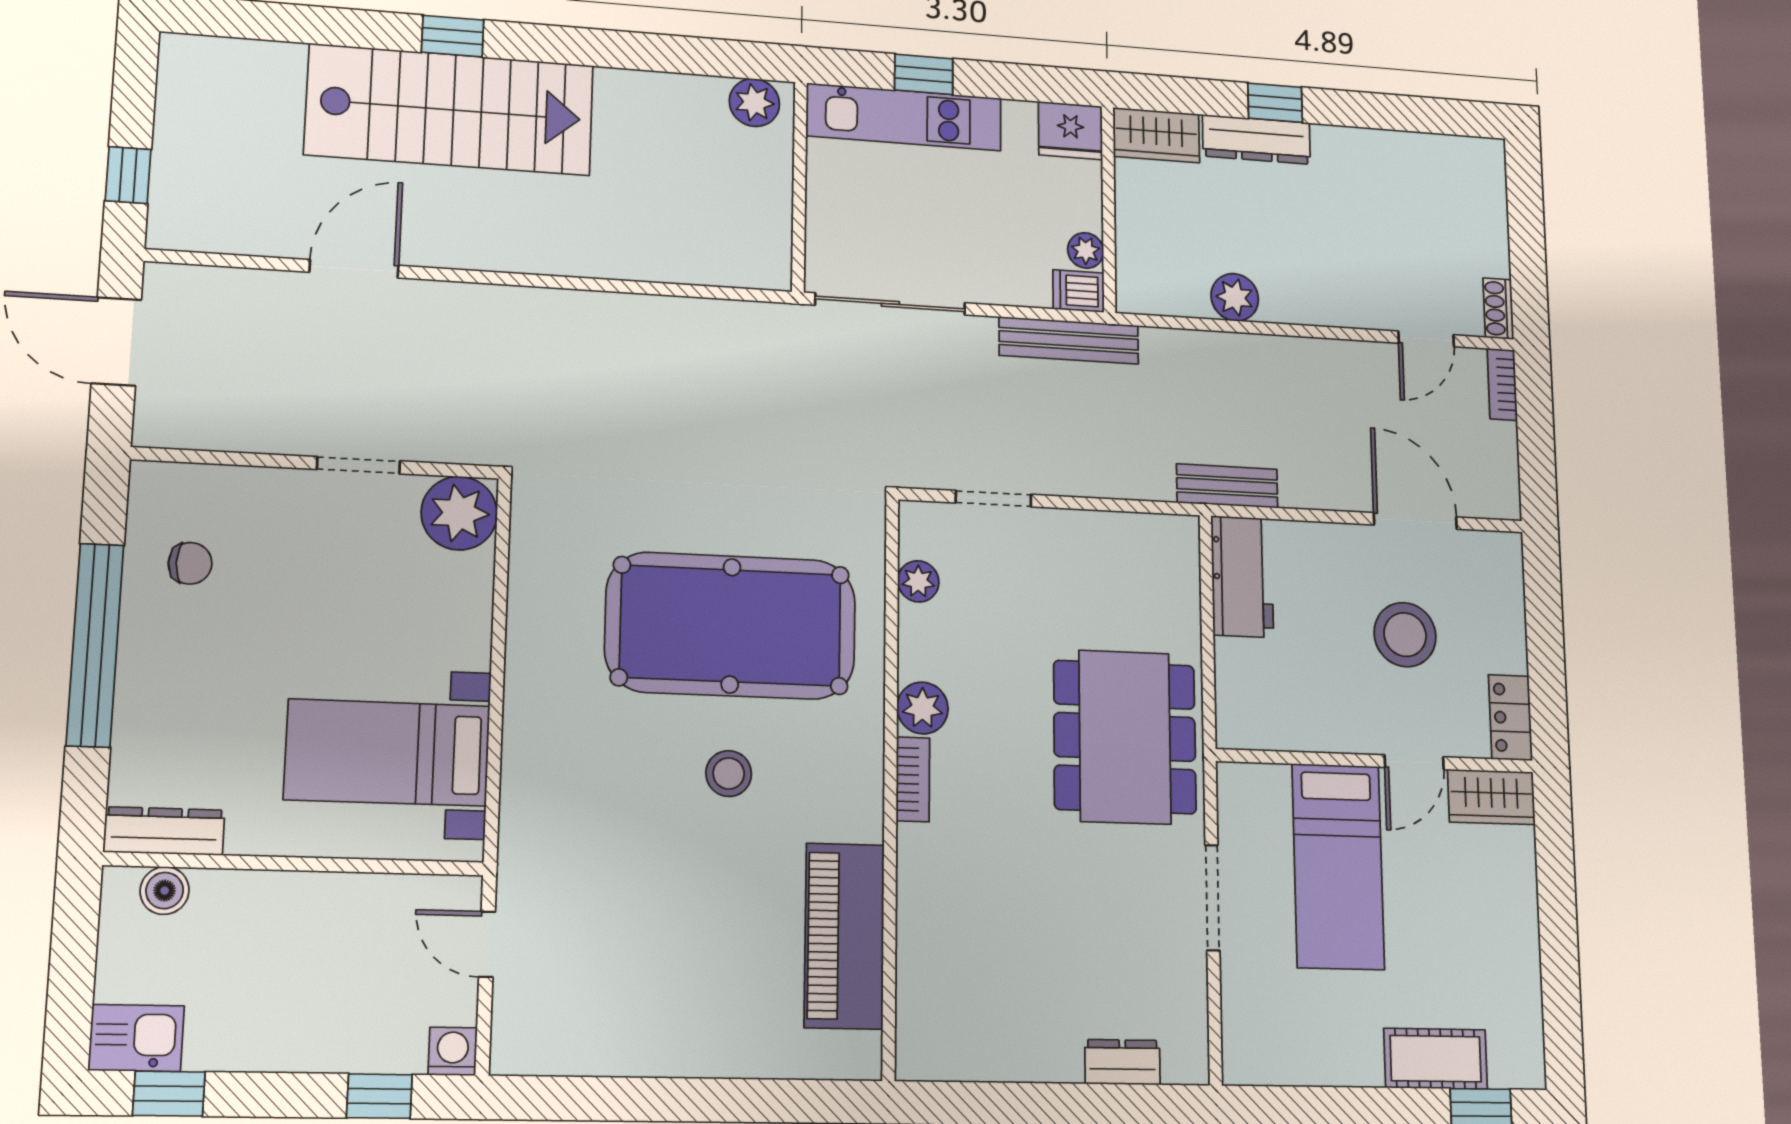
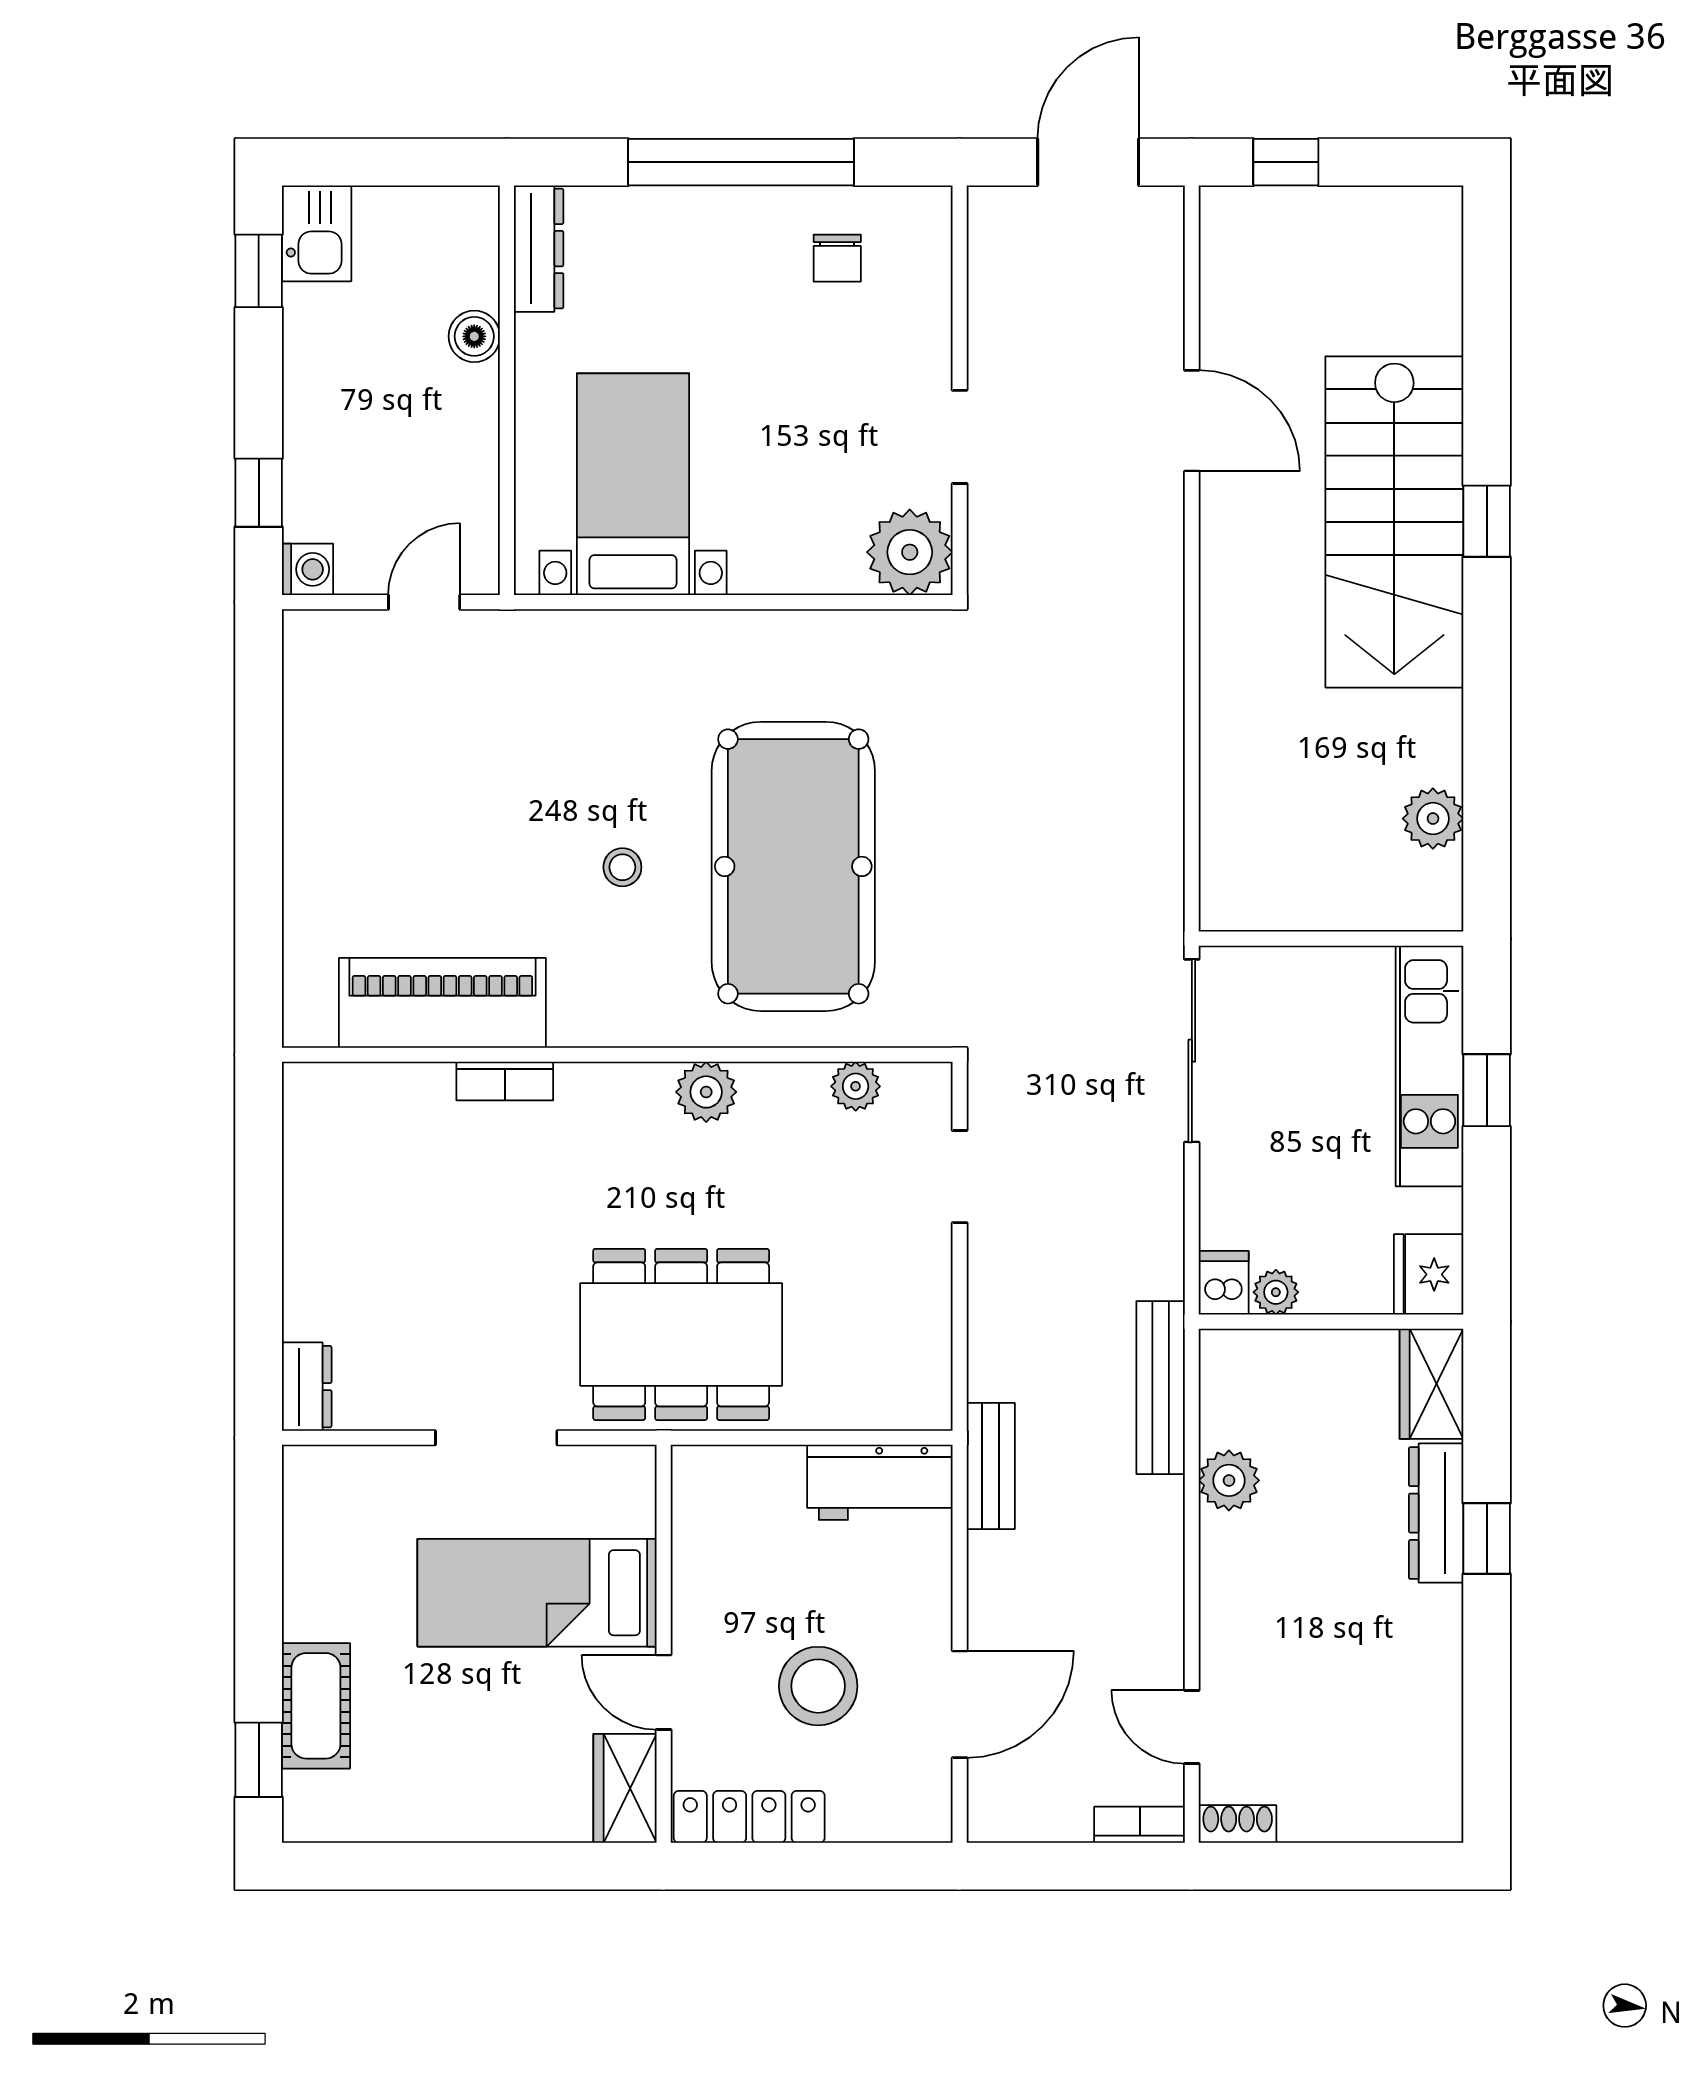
plant: (754, 103) -> (1433, 819), moved
bench: (1069, 340) -> (1161, 1388), moved
locker: (1510, 718) -> (749, 1817), width x1.53
stool: (729, 774) -> (622, 867), width x0.73, depth x0.73
bookcase: (913, 779) -> (505, 1081), moved
boiler: (165, 891) -> (474, 336), moved
dresser: (1122, 1062) -> (307, 1387), moved

